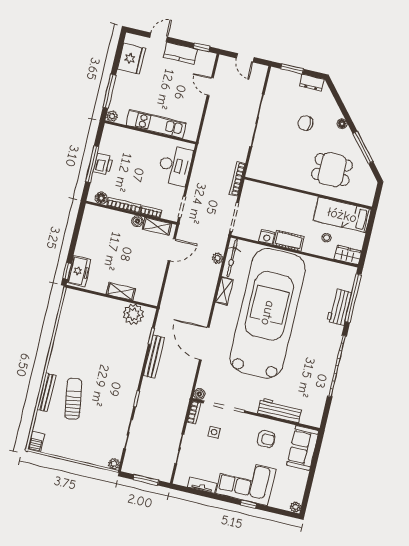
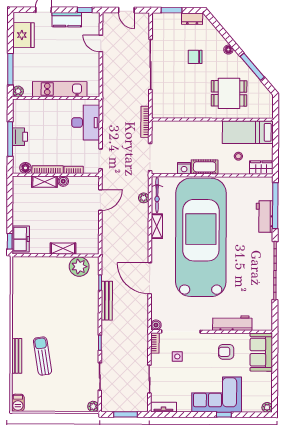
shelving: (157, 226) -> (44, 182), moved
armchair: (266, 439) -> (226, 352), turned 180
tv unit: (202, 485) -> (163, 407), moved

